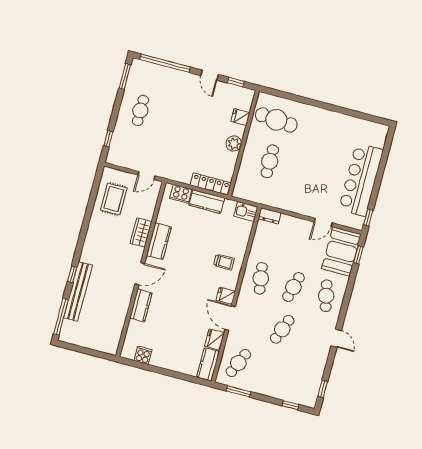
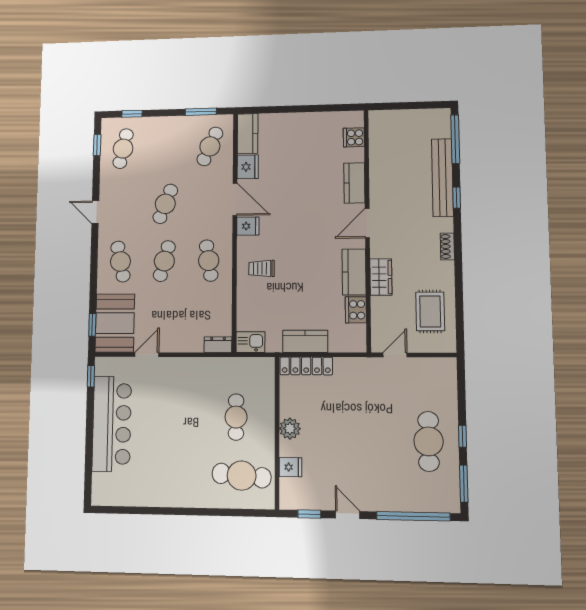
cafe table: (140, 111) -> (429, 441), width x1.37, depth x1.35
window: (108, 139) -> (463, 436), moved
cooker: (181, 194) -> (356, 310), moved, turned -90
shoe rack: (89, 241) -> (447, 246), added
cooker: (143, 355) -> (354, 137), moved, turned 90
cafe table: (304, 380) -> (123, 149), added

